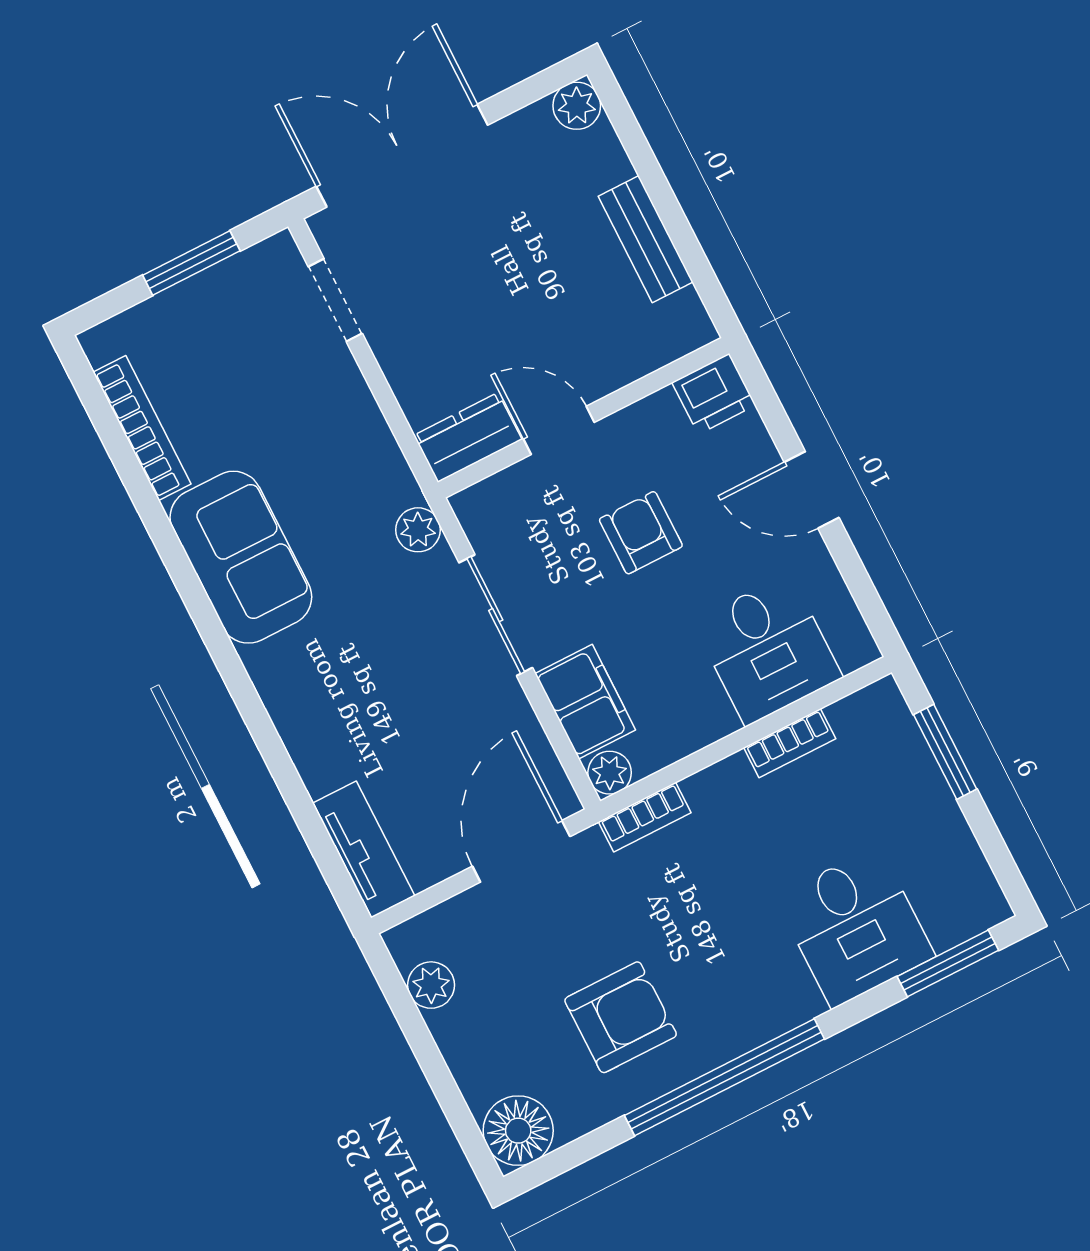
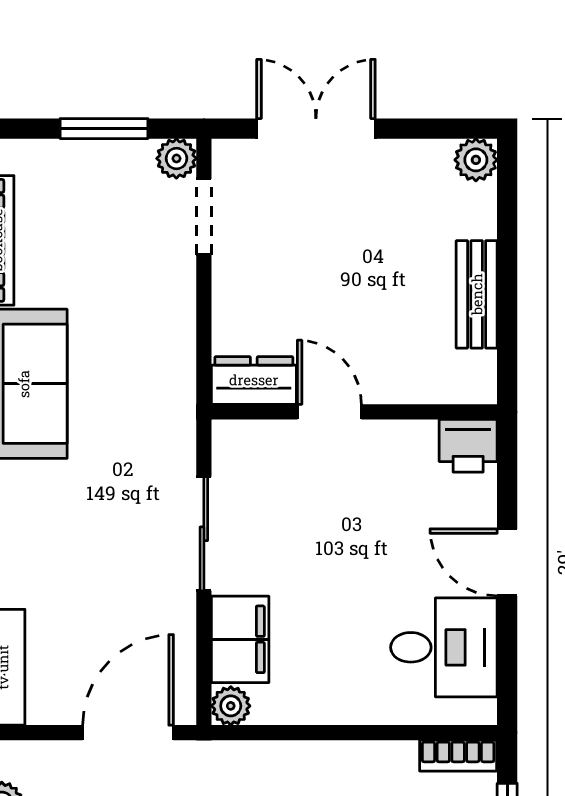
double door: (402, 156) -> (316, 129), width x0.73
plant: (418, 530) -> (176, 158), moved
armchair: (641, 533) -> (353, 527), removed
desk: (768, 650) -> (444, 647), moved, turned -90
bookcase: (790, 743) -> (458, 756), moved
bookcase: (645, 817) -> (241, 756), removed

